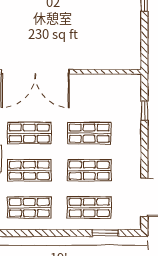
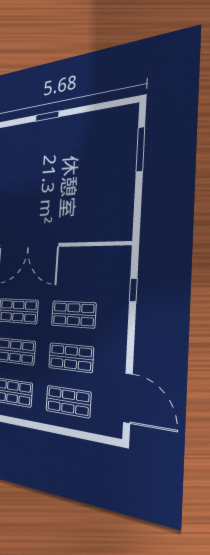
window: (105, 233) -> (83, 435), removed

